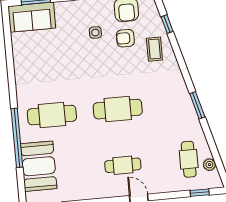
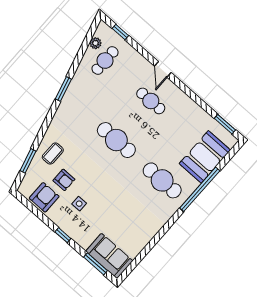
window: (167, 24) -> (28, 161), width x1.50

